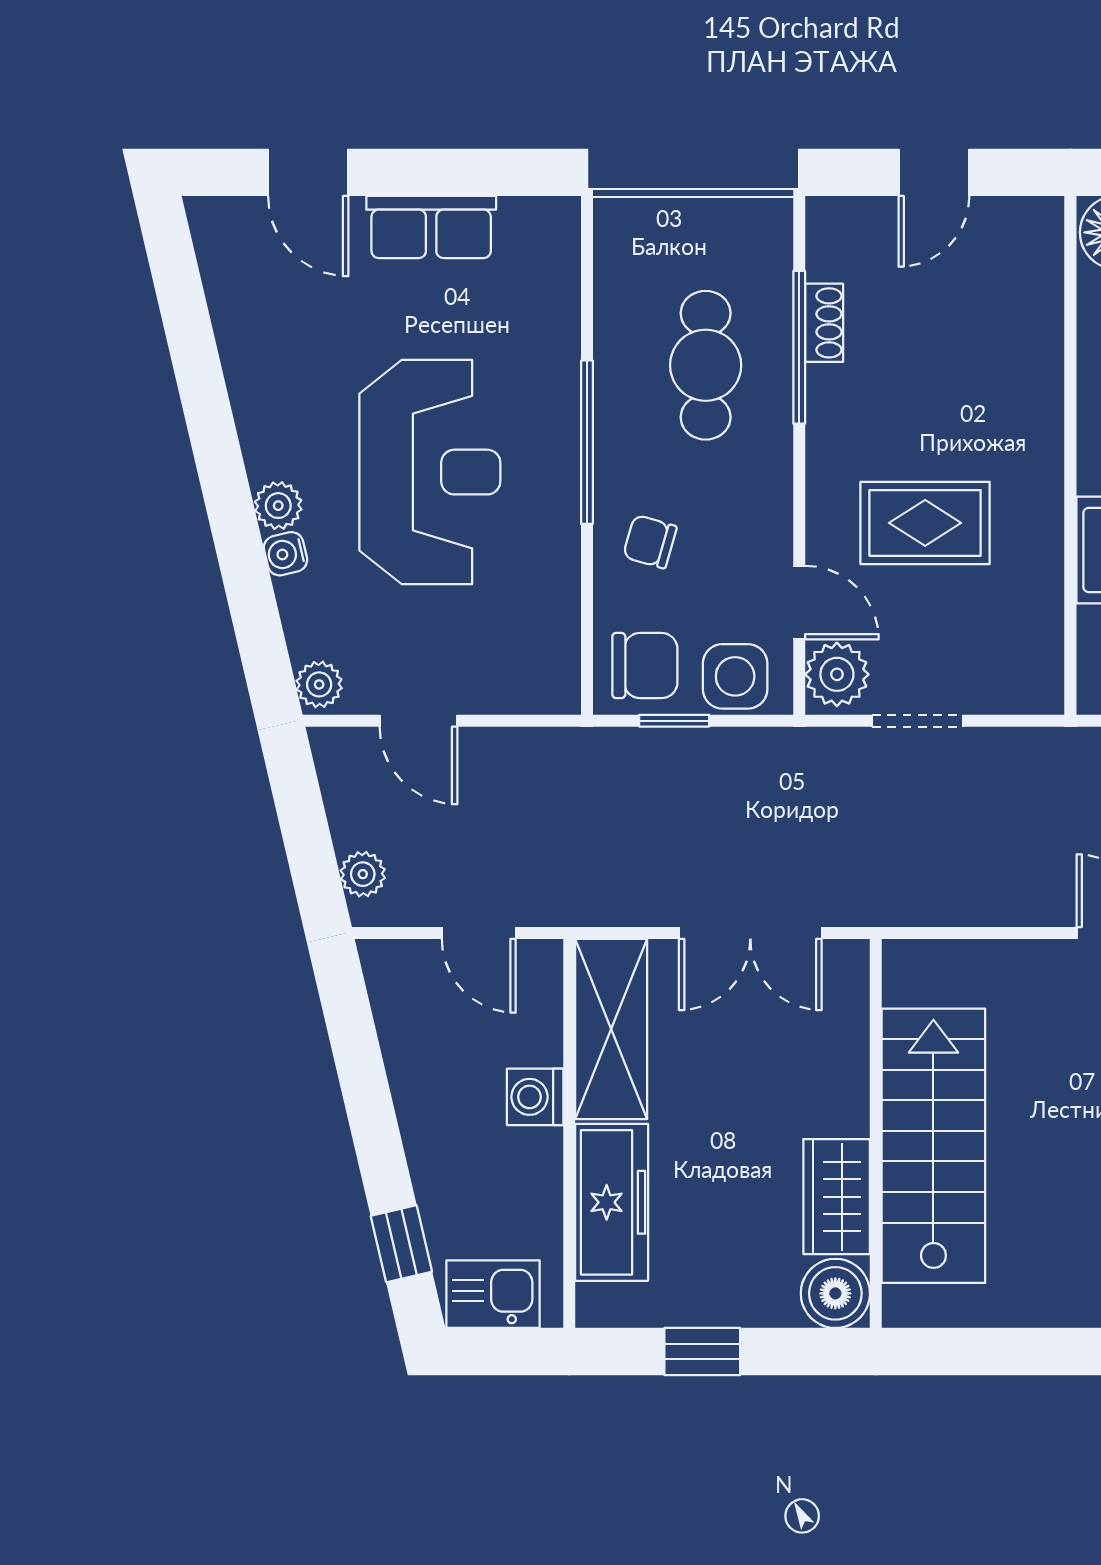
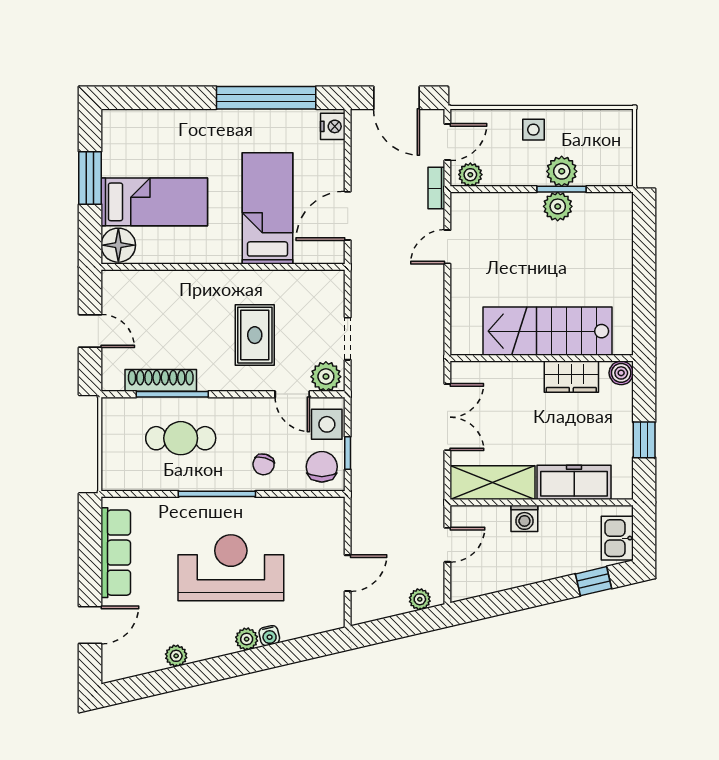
row of seats: (431, 227) -> (116, 553), width x1.48
shoe rack: (824, 323) -> (161, 380), width x1.94, depth x1.24
door: (799, 603) -> (292, 394), swing flipped
plant: (319, 684) -> (176, 656), moved
boiler: (835, 1293) -> (621, 373), width x0.73, depth x0.73

